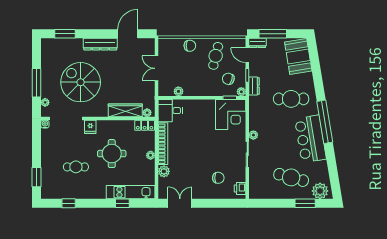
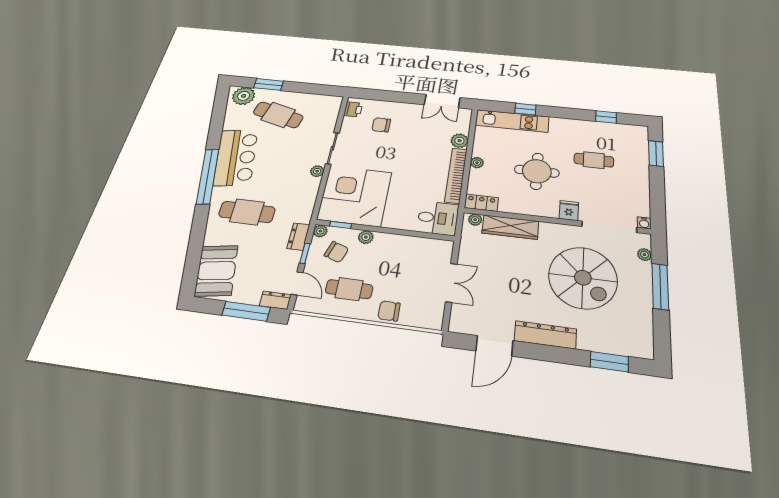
cafe table: (216, 56) -> (349, 289), turned 76
plant: (178, 91) -> (366, 237), moved
corner desk: (231, 114) -> (355, 196), width x1.36, depth x1.36

